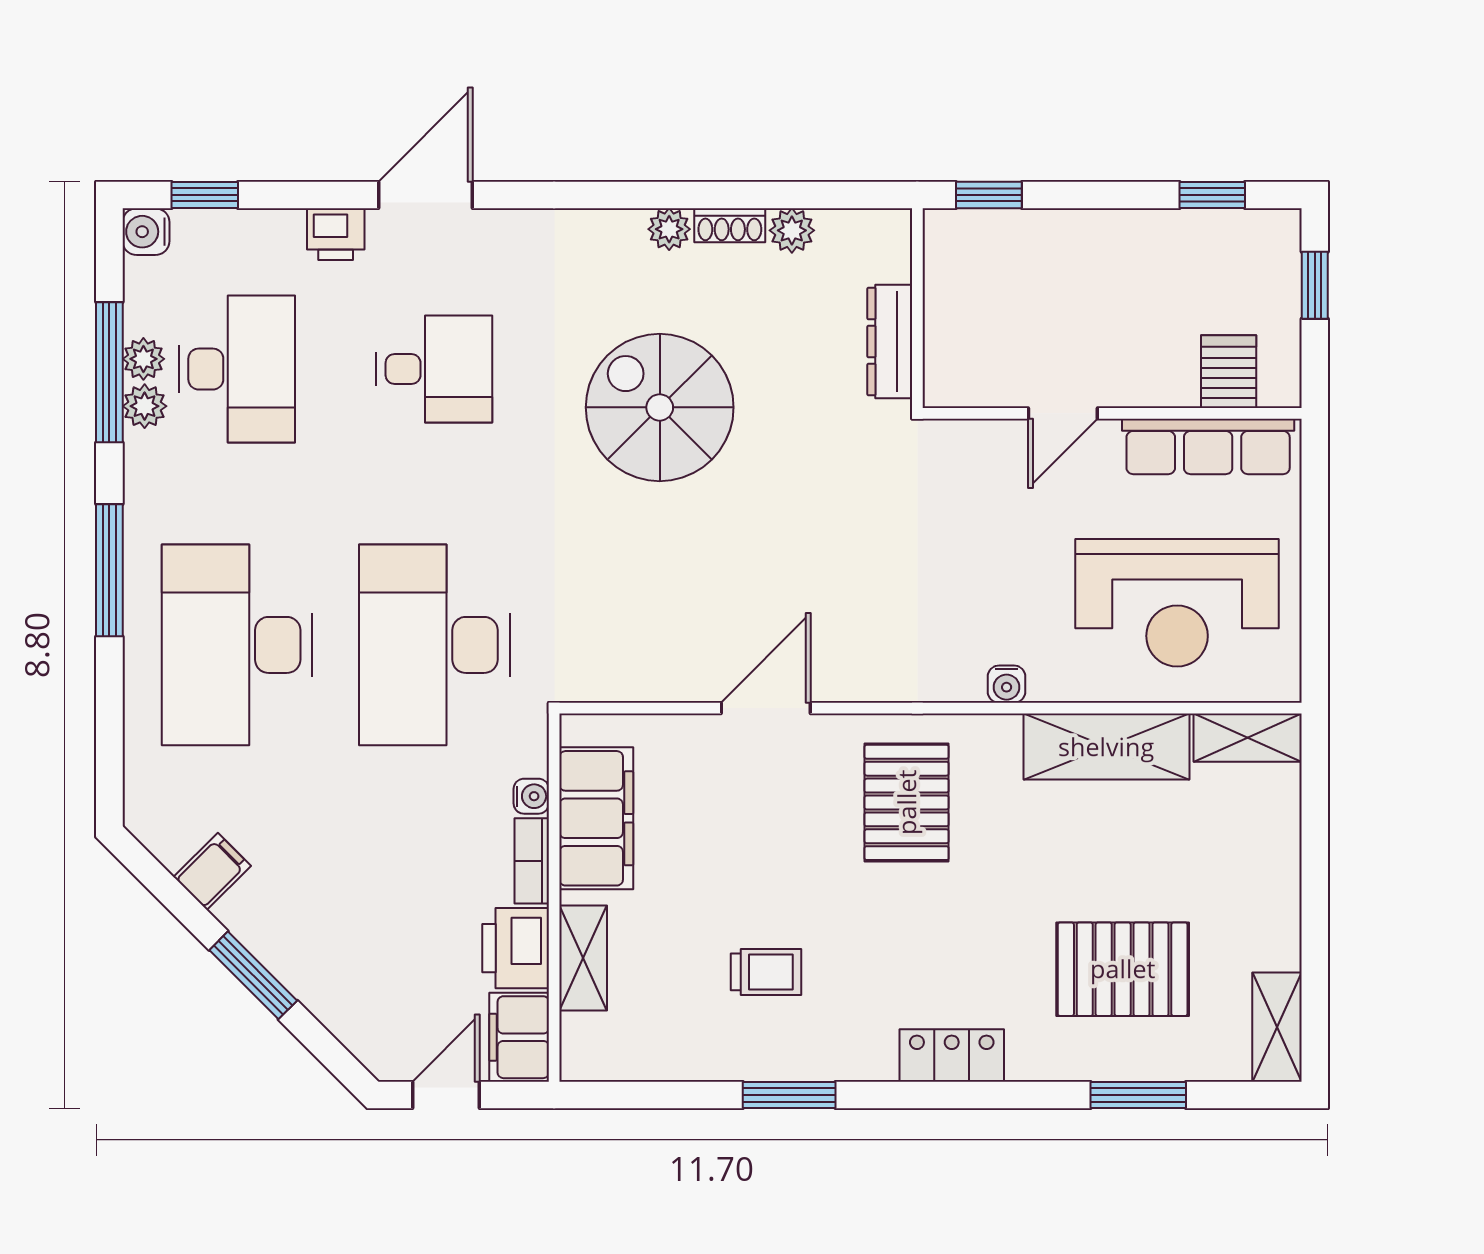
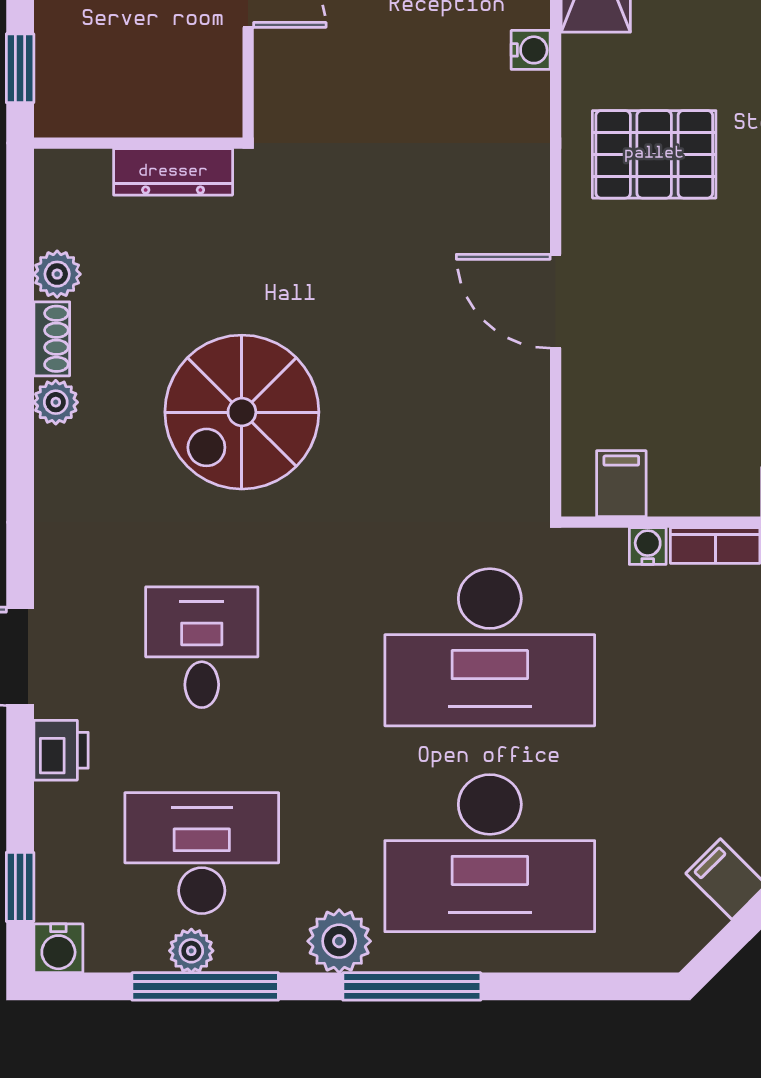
plant: (145, 406) -> (339, 941), moved, width x1.38, depth x1.38
filing cabinet: (596, 818) -> (621, 484), width x0.33, depth x0.86

